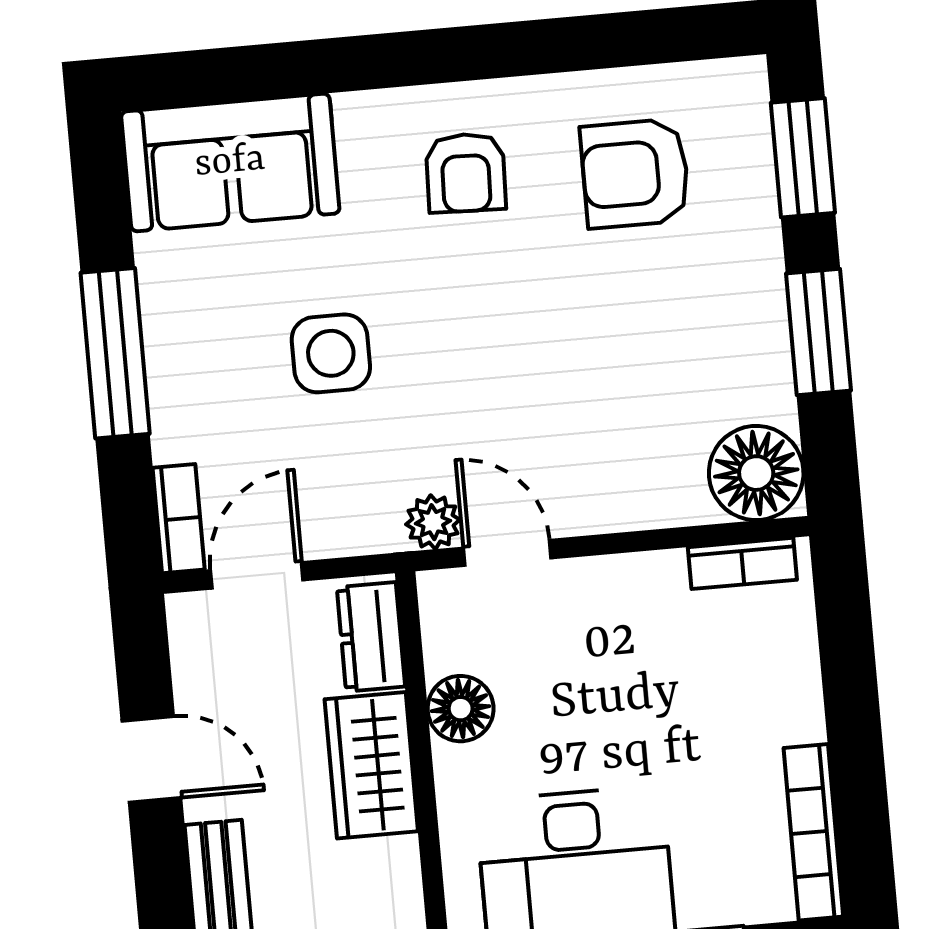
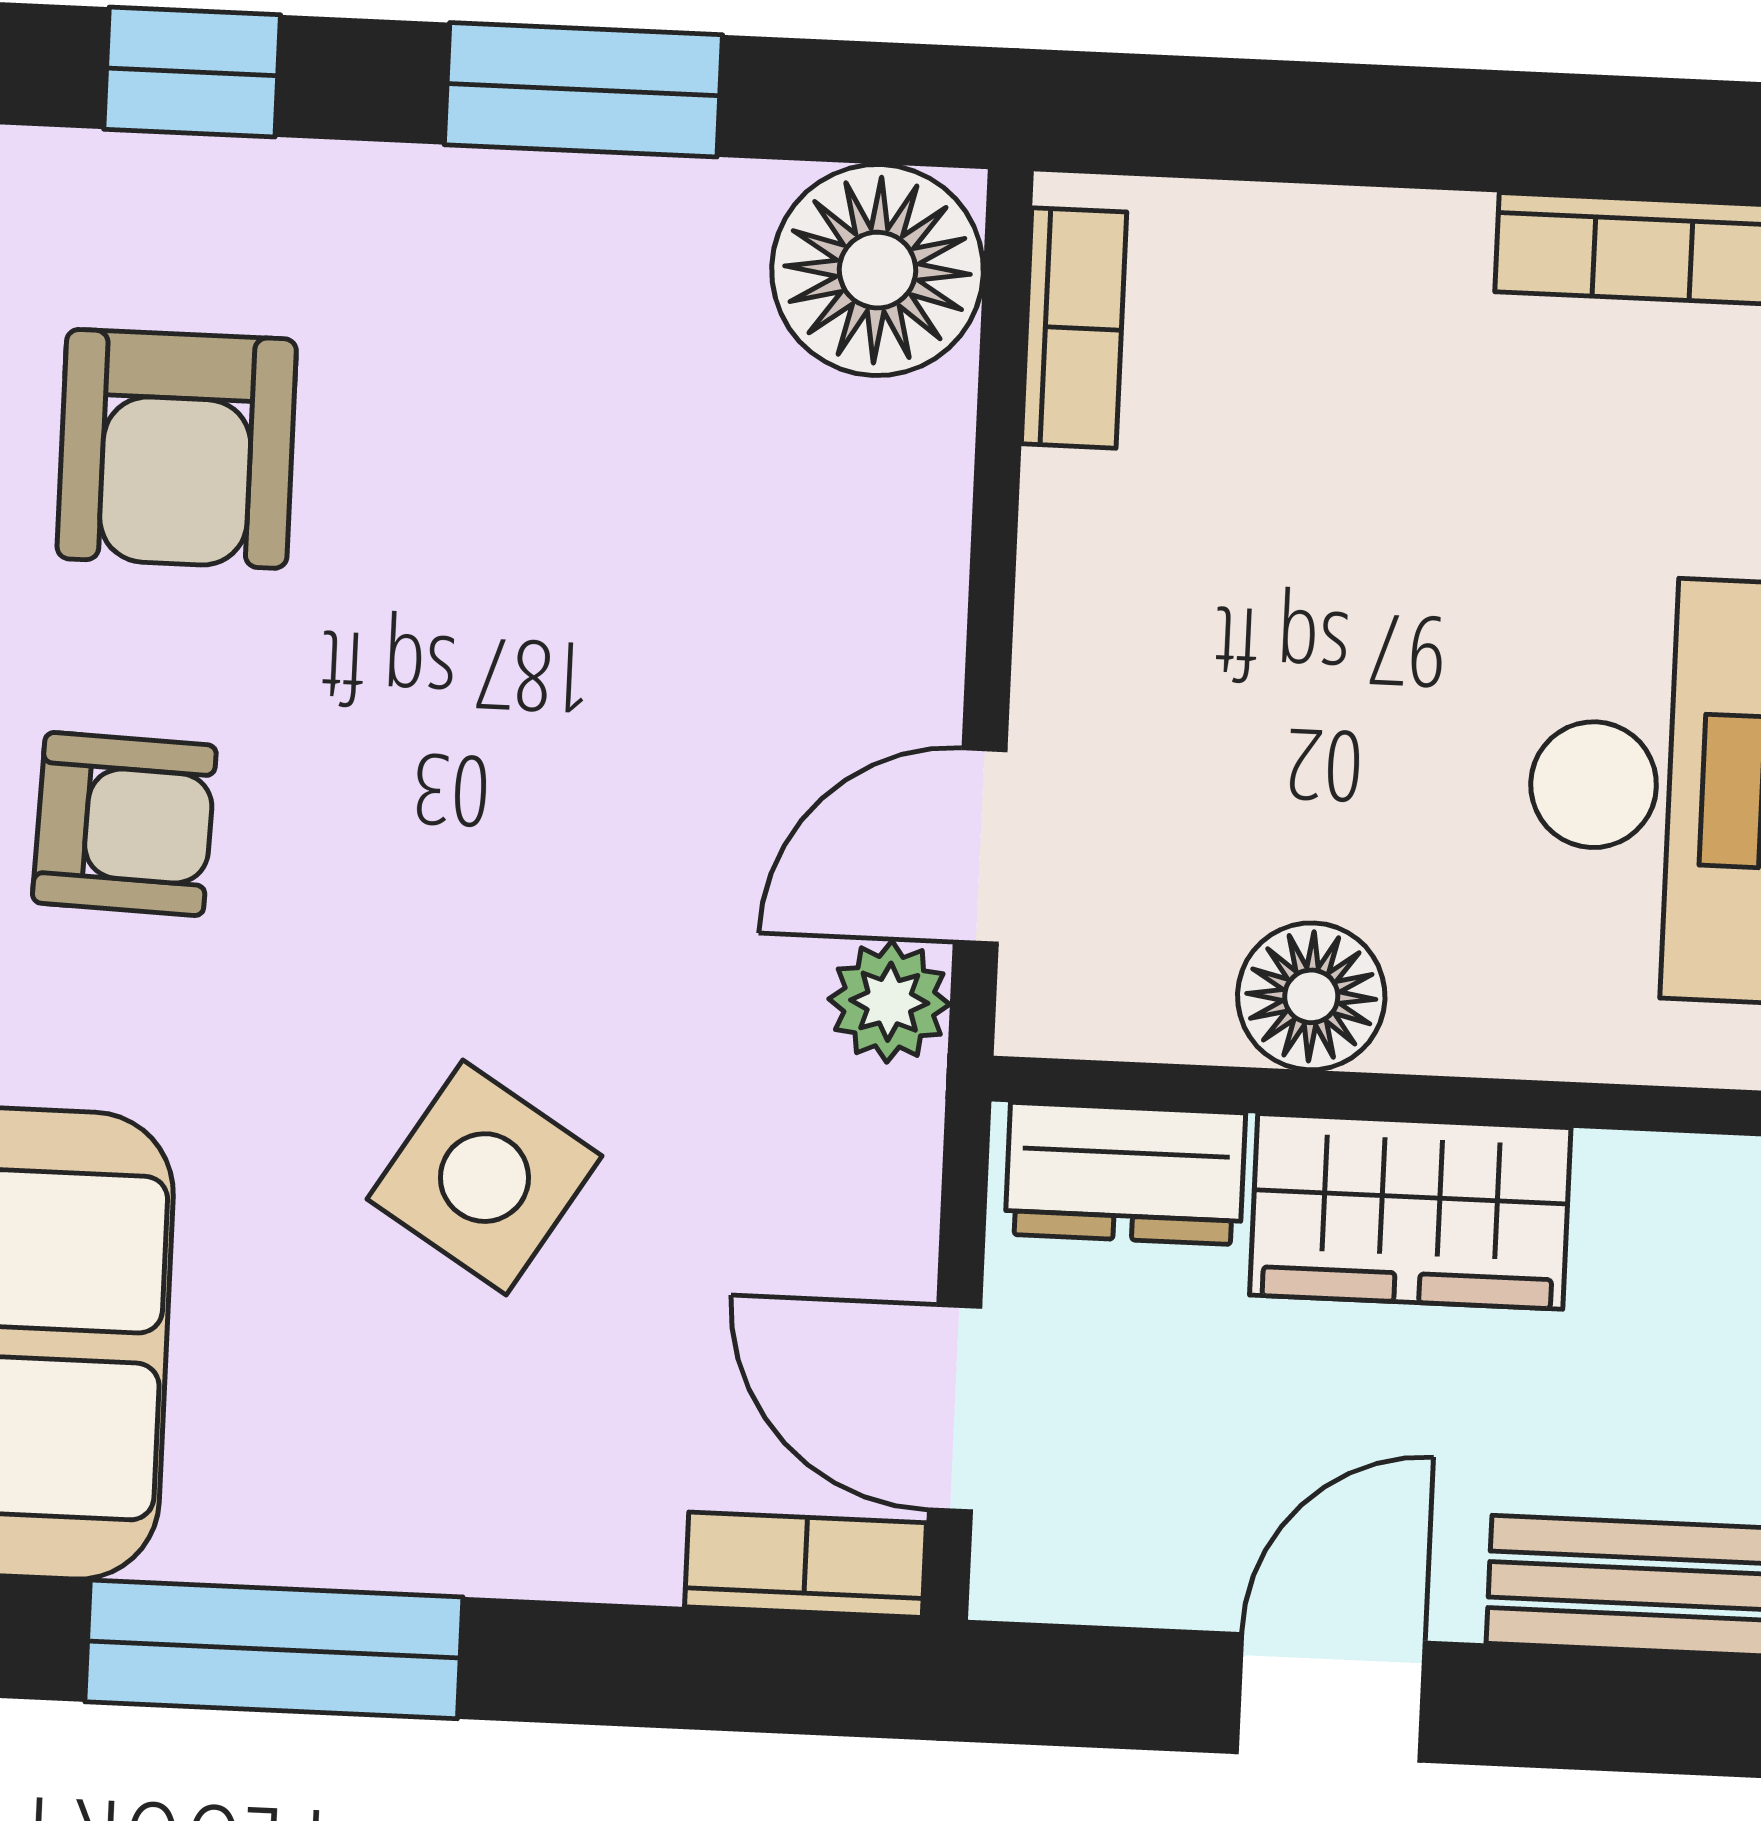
window: (803, 158) -> (192, 72), width x0.67
window: (115, 353) -> (274, 1649), moved
side table: (331, 353) -> (484, 1178), turned 32

